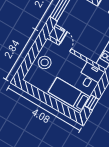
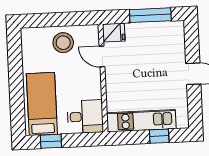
door: (65, 47) -> (102, 57), swing flipped

